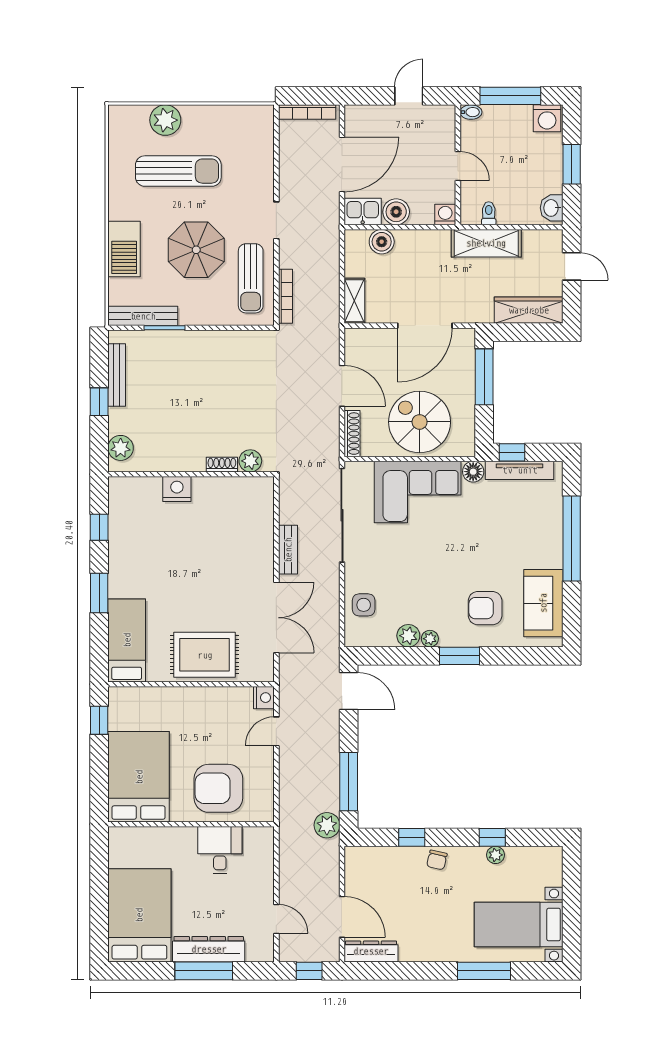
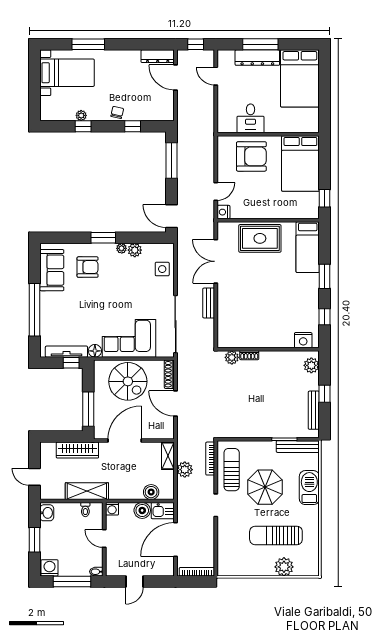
wardrobe: (529, 310) -> (77, 450), moved
nightstand: (177, 489) -> (303, 340), moved
plant: (327, 825) -> (185, 470), moved

